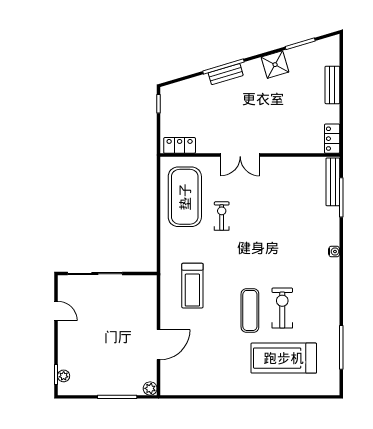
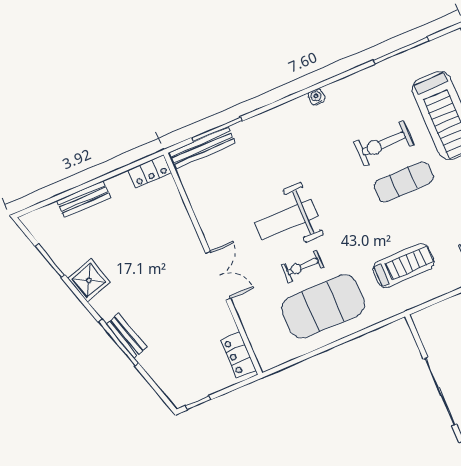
exercise mat: (185, 197) -> (323, 306), moved
weight bench: (259, 218) -> (286, 220), added
water cooler: (334, 252) -> (316, 97), moved

